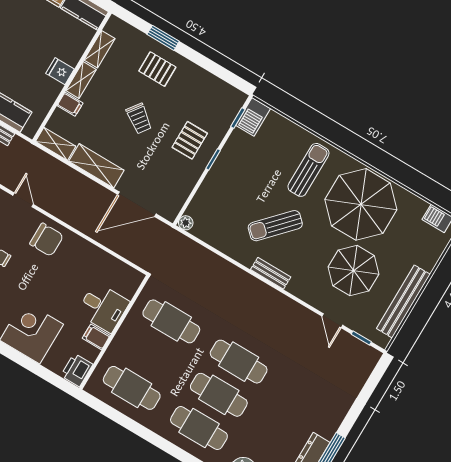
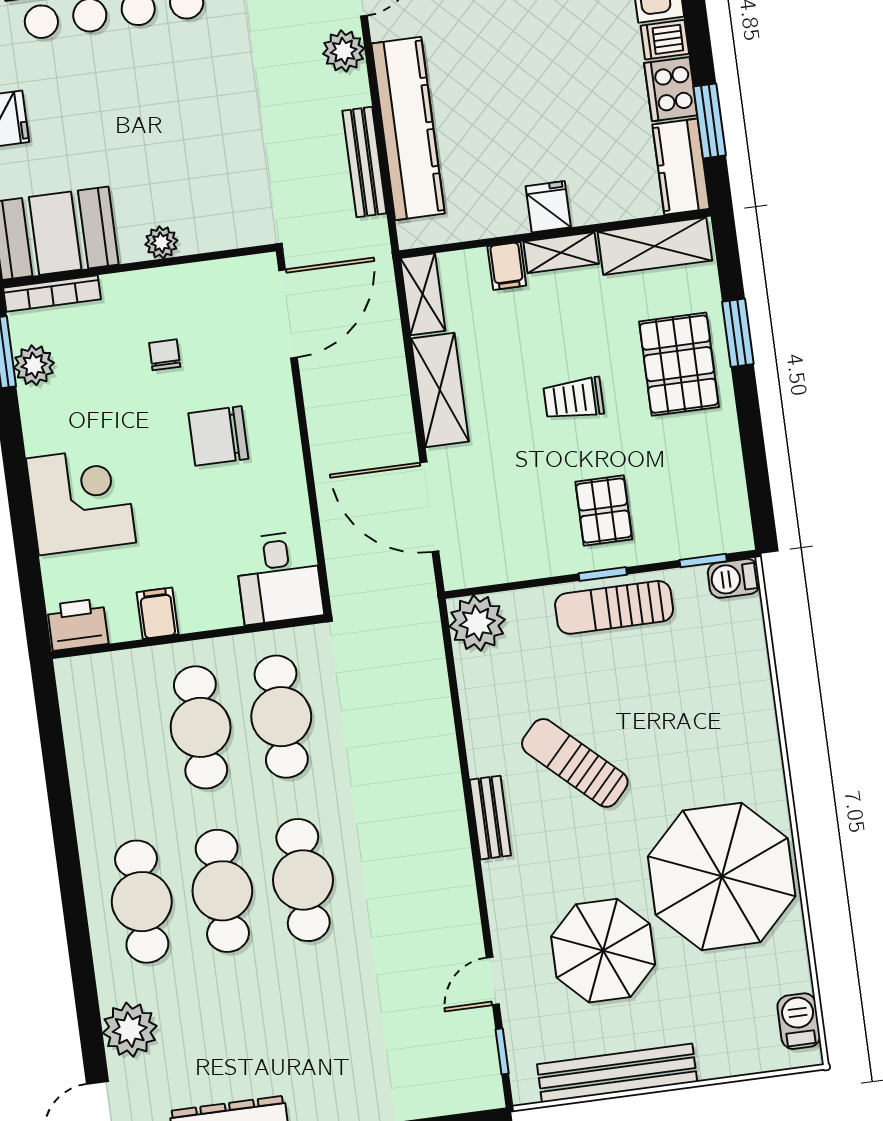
shelving: (100, 49) -> (655, 246), width x1.50, depth x1.33
pallet: (157, 69) -> (679, 364), width x1.50, depth x1.42
barbecue: (253, 117) -> (734, 578), width x0.73, depth x0.79
trolley: (139, 118) -> (574, 399), turned 54
pallet: (190, 140) -> (604, 511), turned 90
sun lounger: (308, 170) -> (614, 607), moved, turned 180
door: (23, 200) -> (288, 314), width x1.88
plant: (186, 223) -> (477, 623), width x1.88, depth x1.88
chair: (47, 240) -> (218, 436), moved, turned 90
desk: (103, 307) -> (279, 577), moved
cafe table: (132, 388) -> (201, 727), moved

